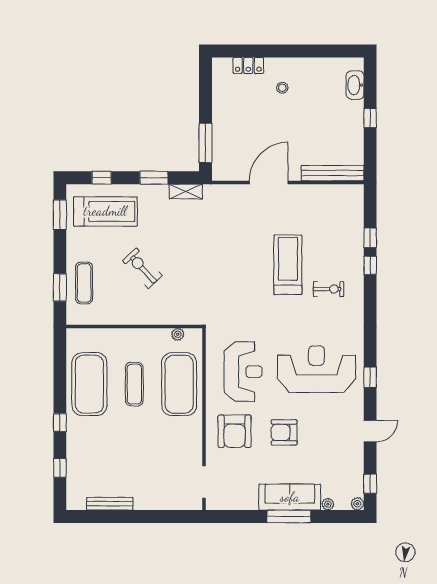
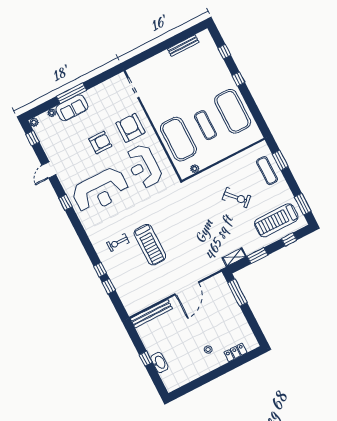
washbasin: (355, 85) -> (159, 363), moved
sofa: (290, 497) -> (72, 108), width x0.73

